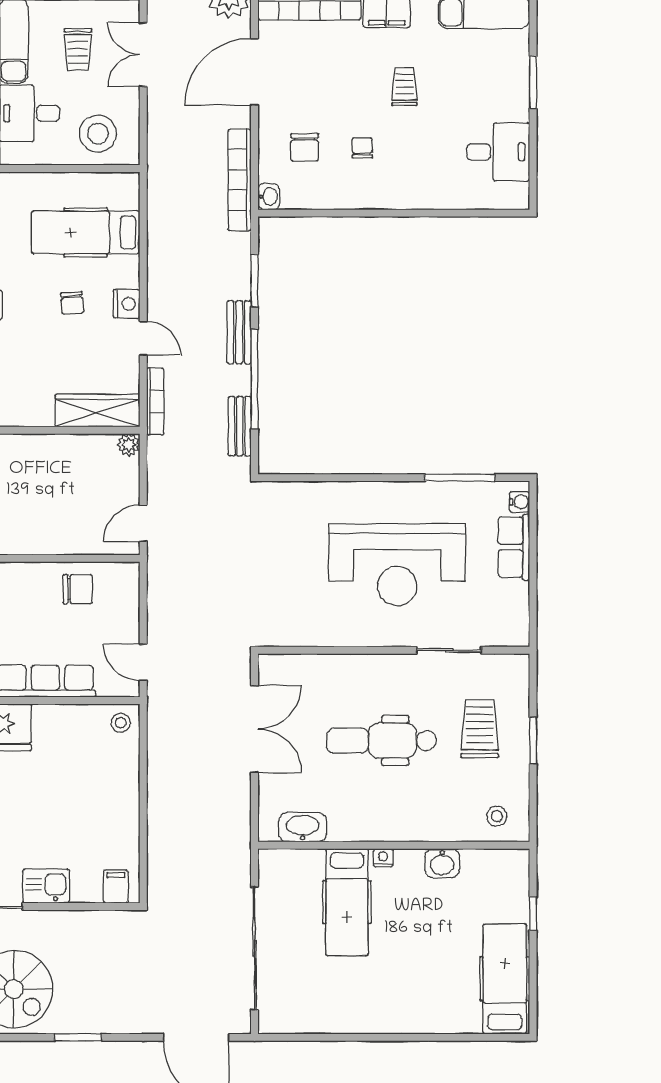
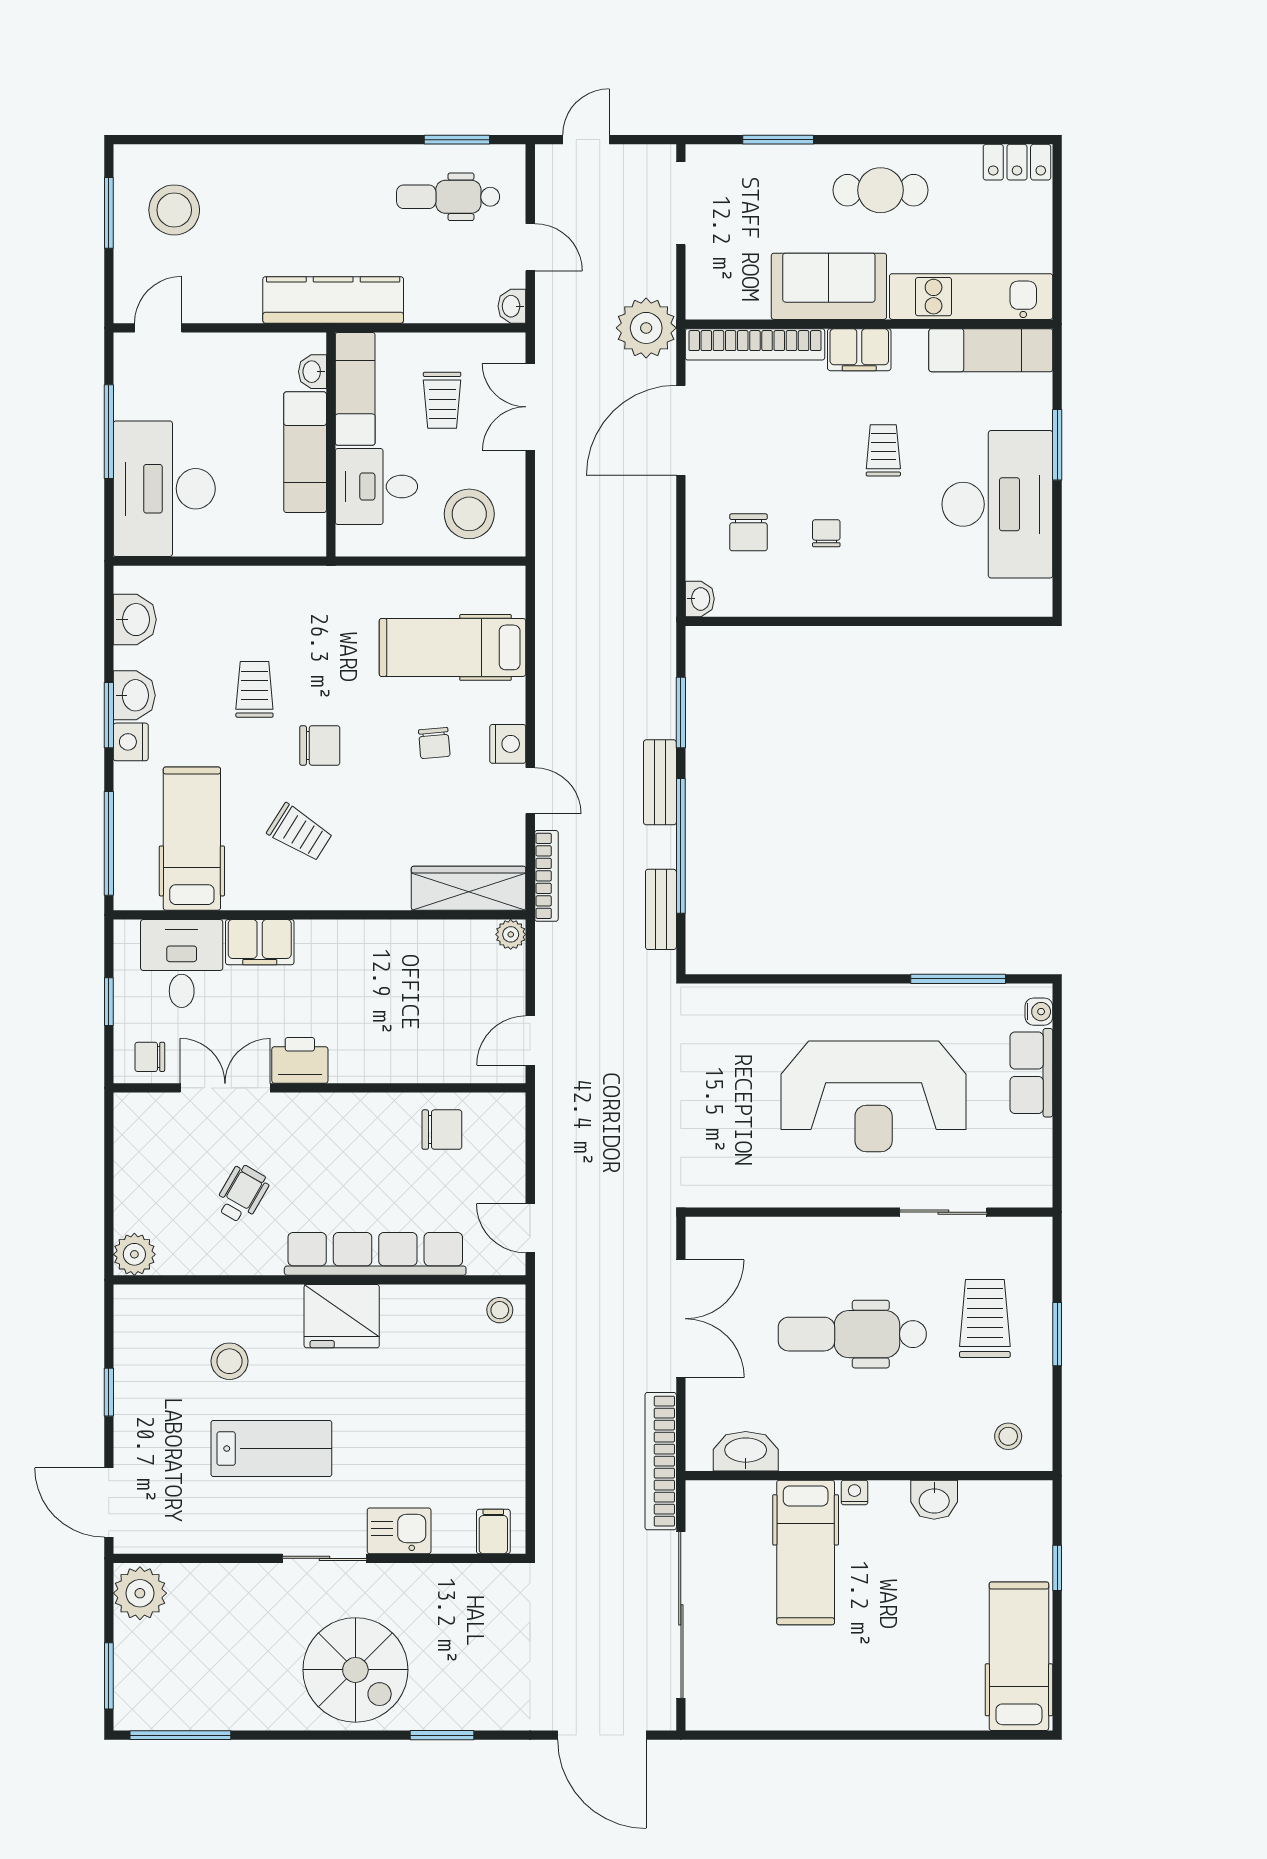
desk: (498, 152) -> (997, 504), width x1.87, depth x1.30
bookcase: (240, 180) -> (661, 1461), moved

